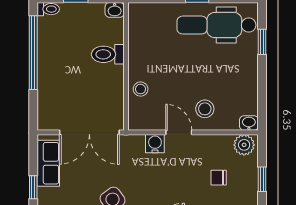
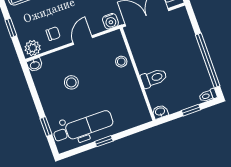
stool: (205, 109) -> (71, 82), moved
door: (179, 132) -> (83, 40), swing flipped
water cooler: (155, 144) -> (110, 21), moved
chair: (219, 178) -> (53, 34), moved

